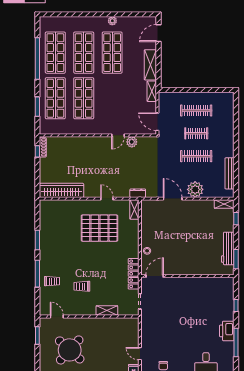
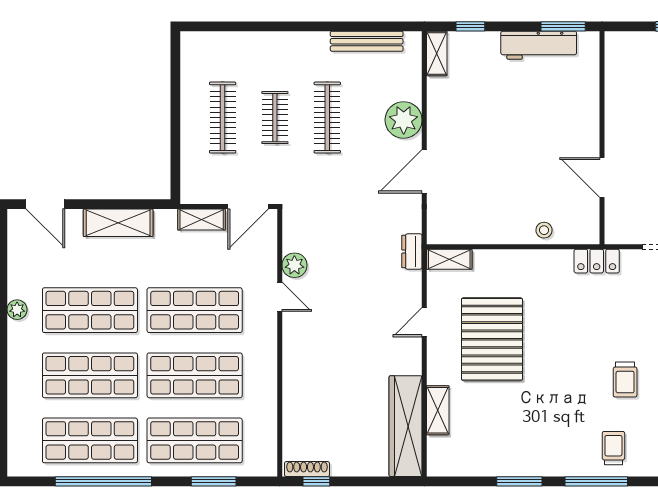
shelving: (152, 91) -> (202, 219), moved
shop shelf: (112, 98) -> (195, 310), added
shelving: (68, 204) -> (438, 410), added
locker: (134, 274) -> (597, 261), width x0.66
door: (155, 276) -> (602, 177), moved

